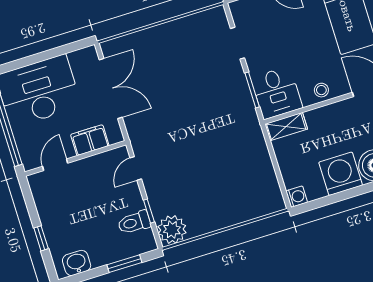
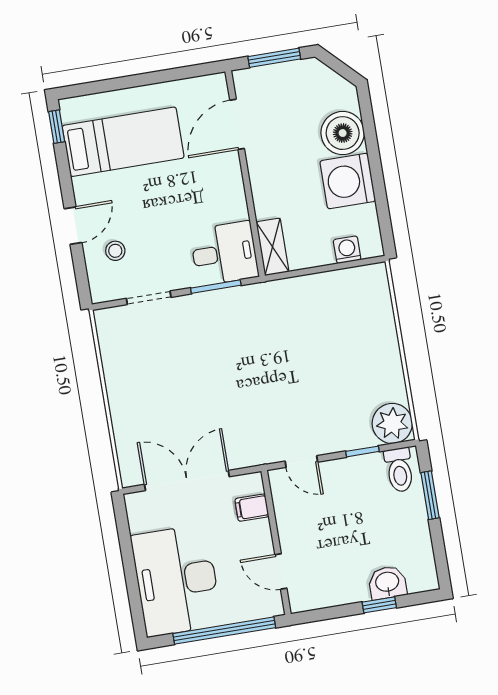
stool: (321, 90) -> (115, 251), moved
filing cabinet: (90, 140) -> (252, 508), width x0.50
washing machine: (297, 197) -> (347, 250), moved
toilet: (134, 222) -> (399, 470), moved
washbasin: (77, 263) -> (387, 583), moved, turned 90

